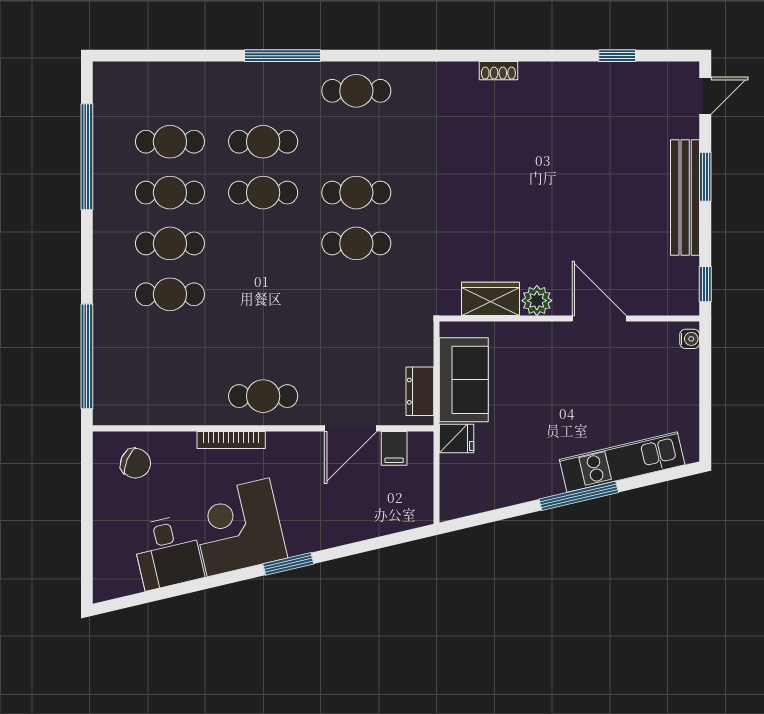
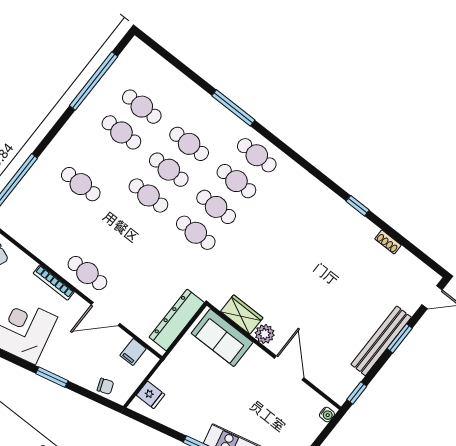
window: (617, 56) -> (358, 206), moved
shoe rack: (498, 71) -> (388, 242), moved
cafe table: (356, 142) -> (236, 181), added
cafe table: (170, 243) -> (148, 196), moved
sofa: (464, 380) -> (222, 338), moved, turned 90
dresser: (420, 391) -> (177, 320), width x1.96, depth x1.24
door: (351, 428) -> (106, 314), moved
fridge: (457, 439) -> (151, 395), moved
chair: (393, 516) -> (105, 386), added
window: (288, 564) -> (52, 377), moved

